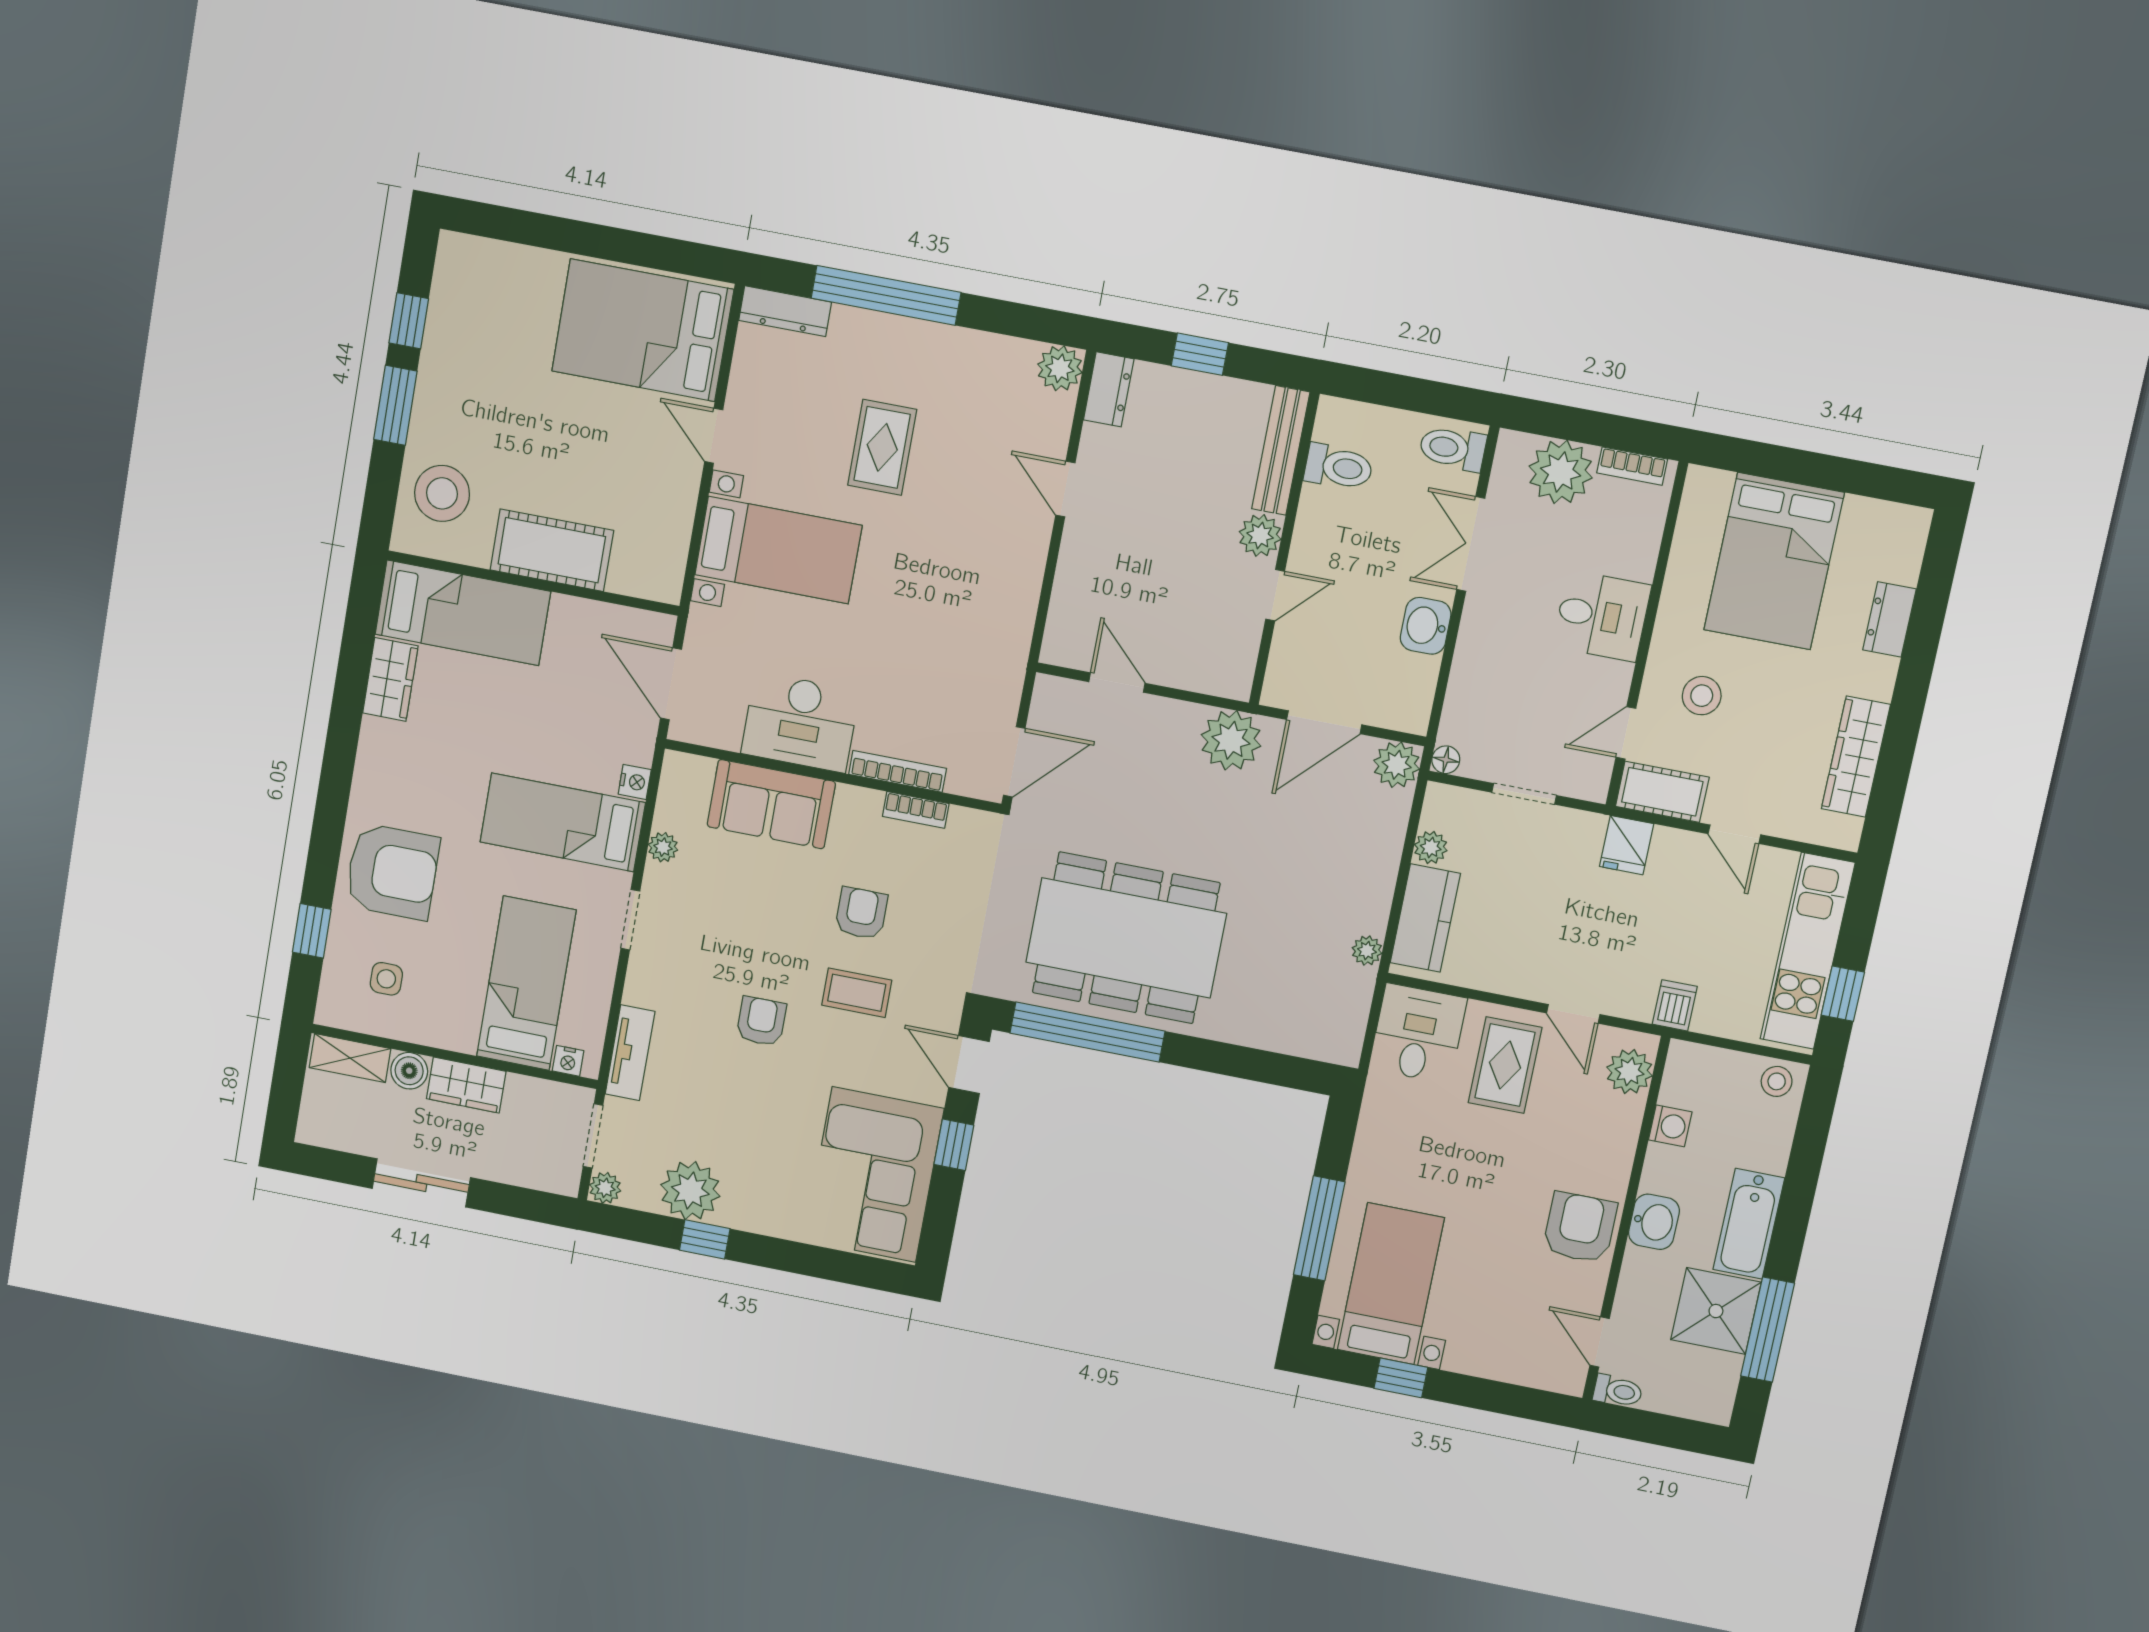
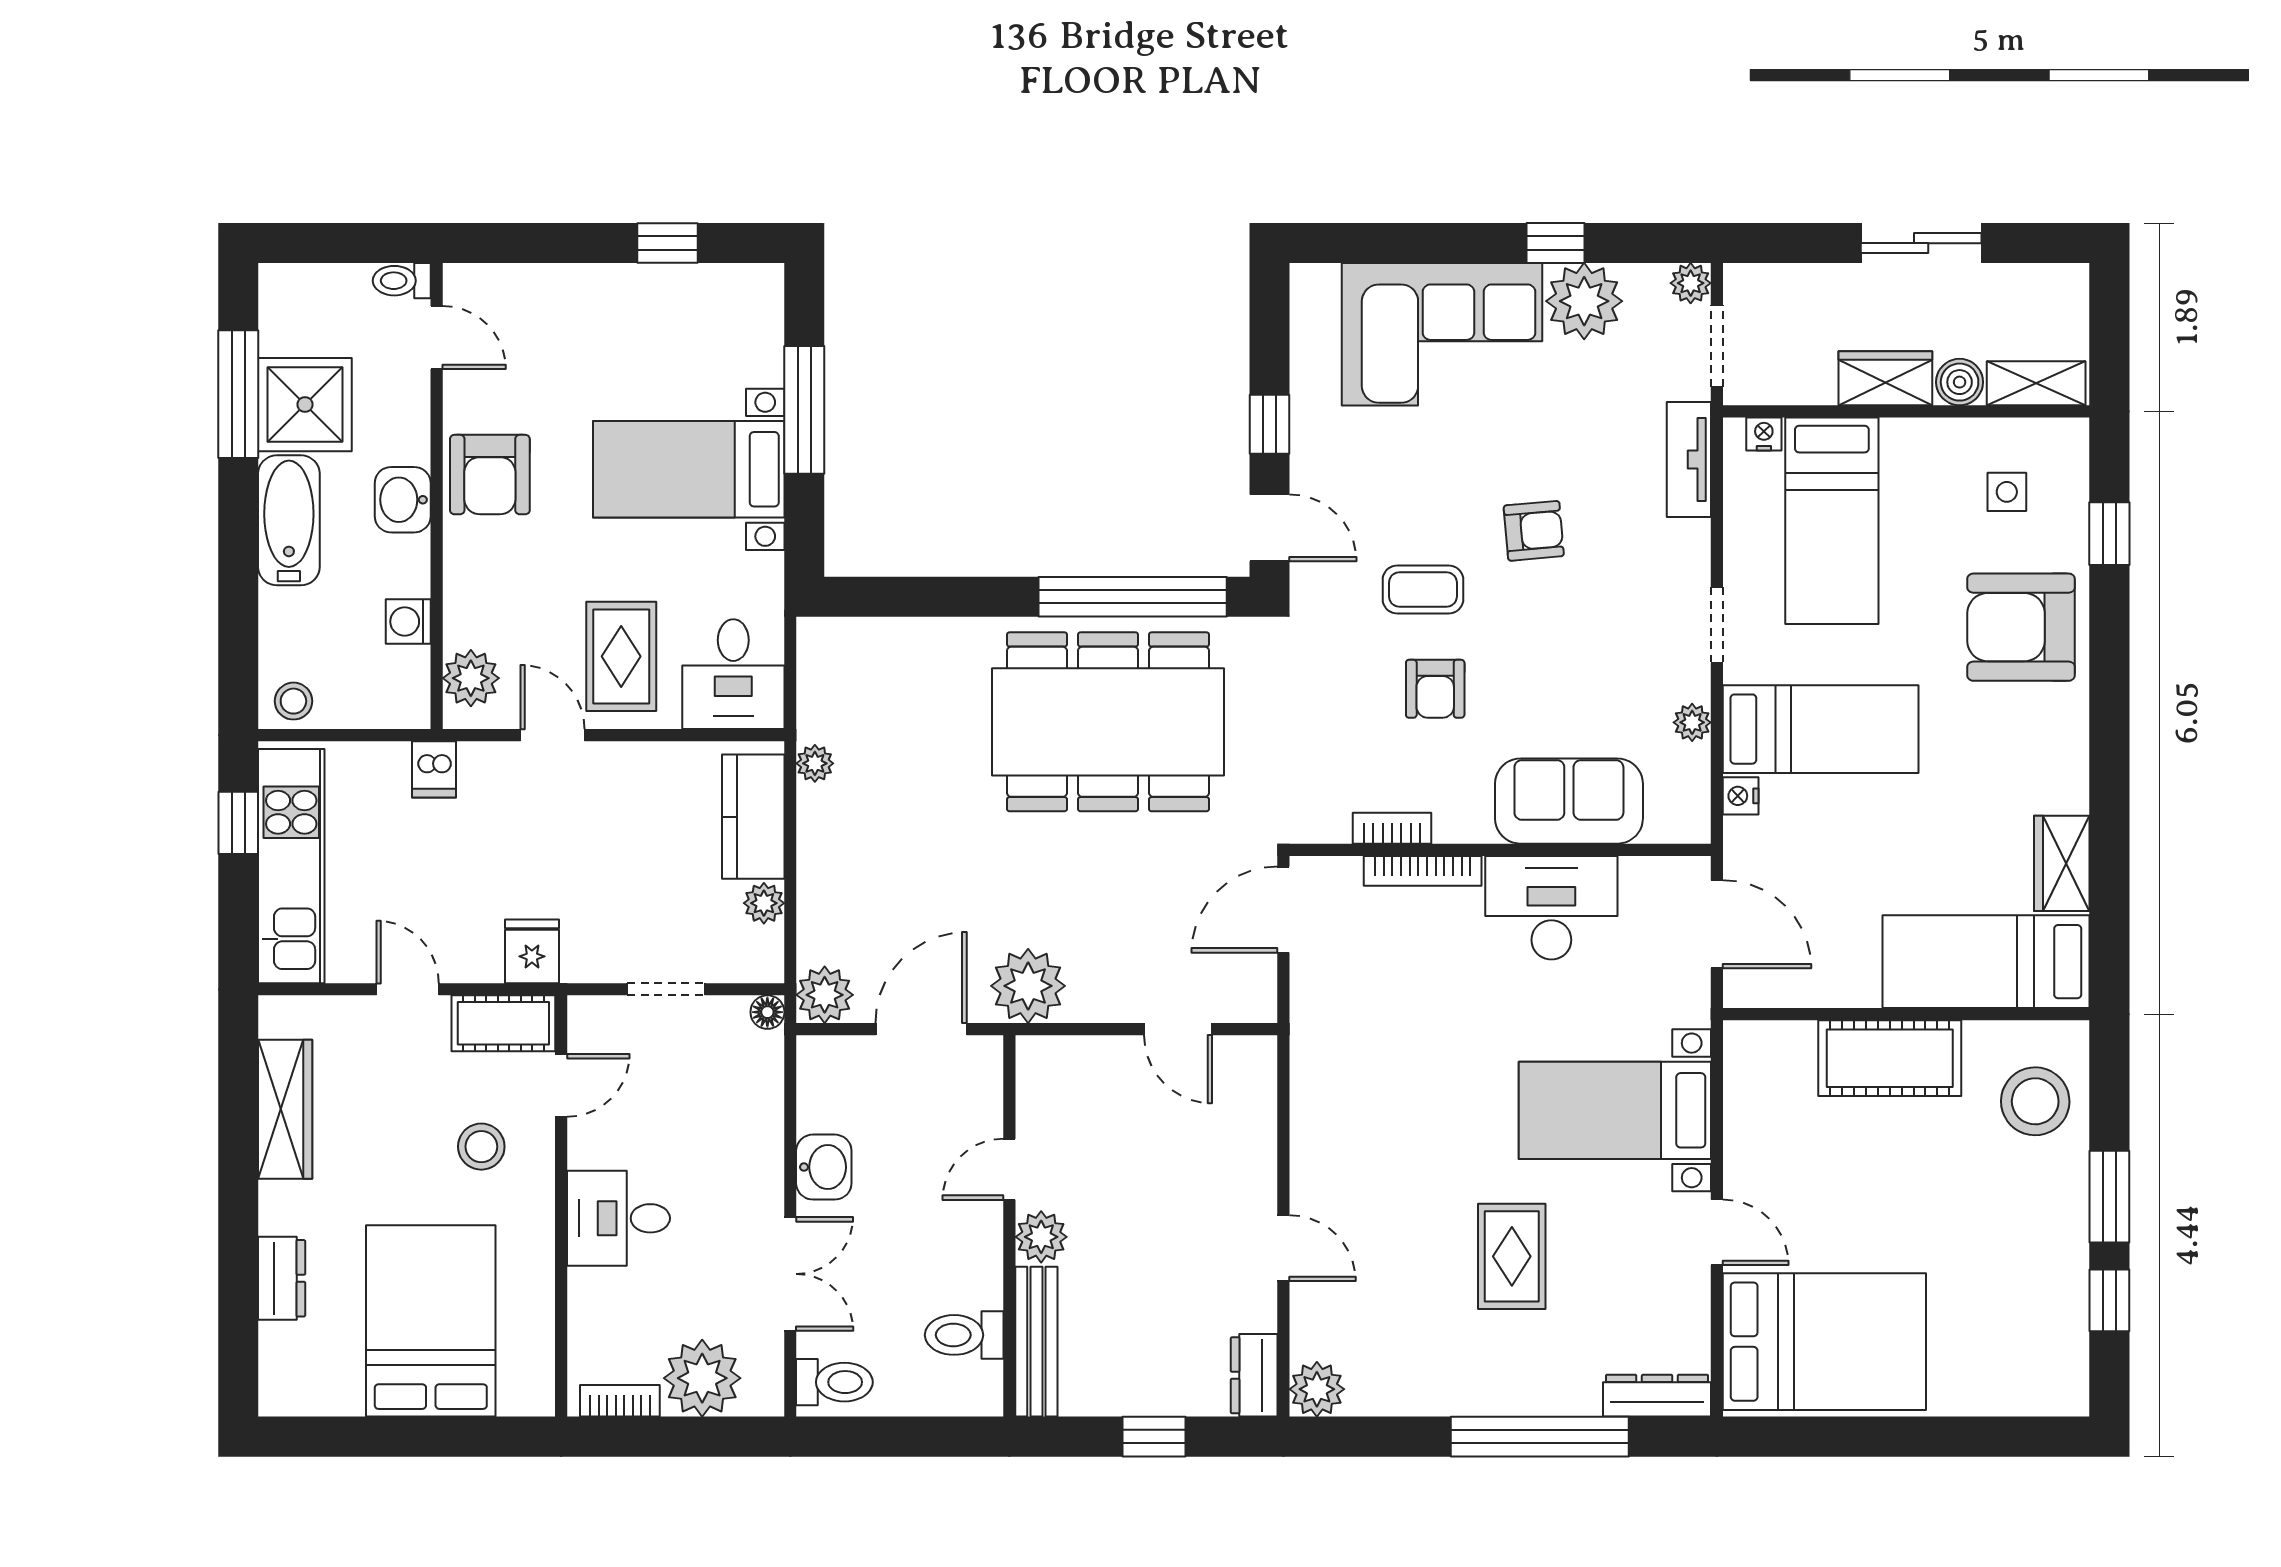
armchair: (761, 1021) -> (1534, 531), turned -95
corner sofa: (874, 1175) -> (1442, 334), moved, turned 90
bed with nightstands: (1391, 1284) -> (689, 469), moved, turned 90

